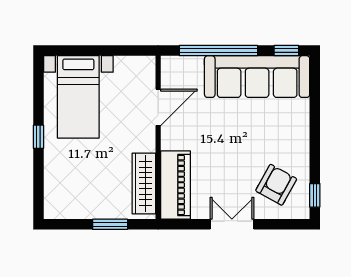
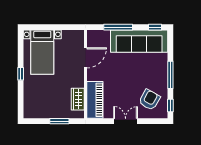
window: (218, 51) -> (118, 27), width x0.68
window: (315, 139) -> (170, 75), added
wardrobe: (144, 183) -> (78, 99), width x0.67

